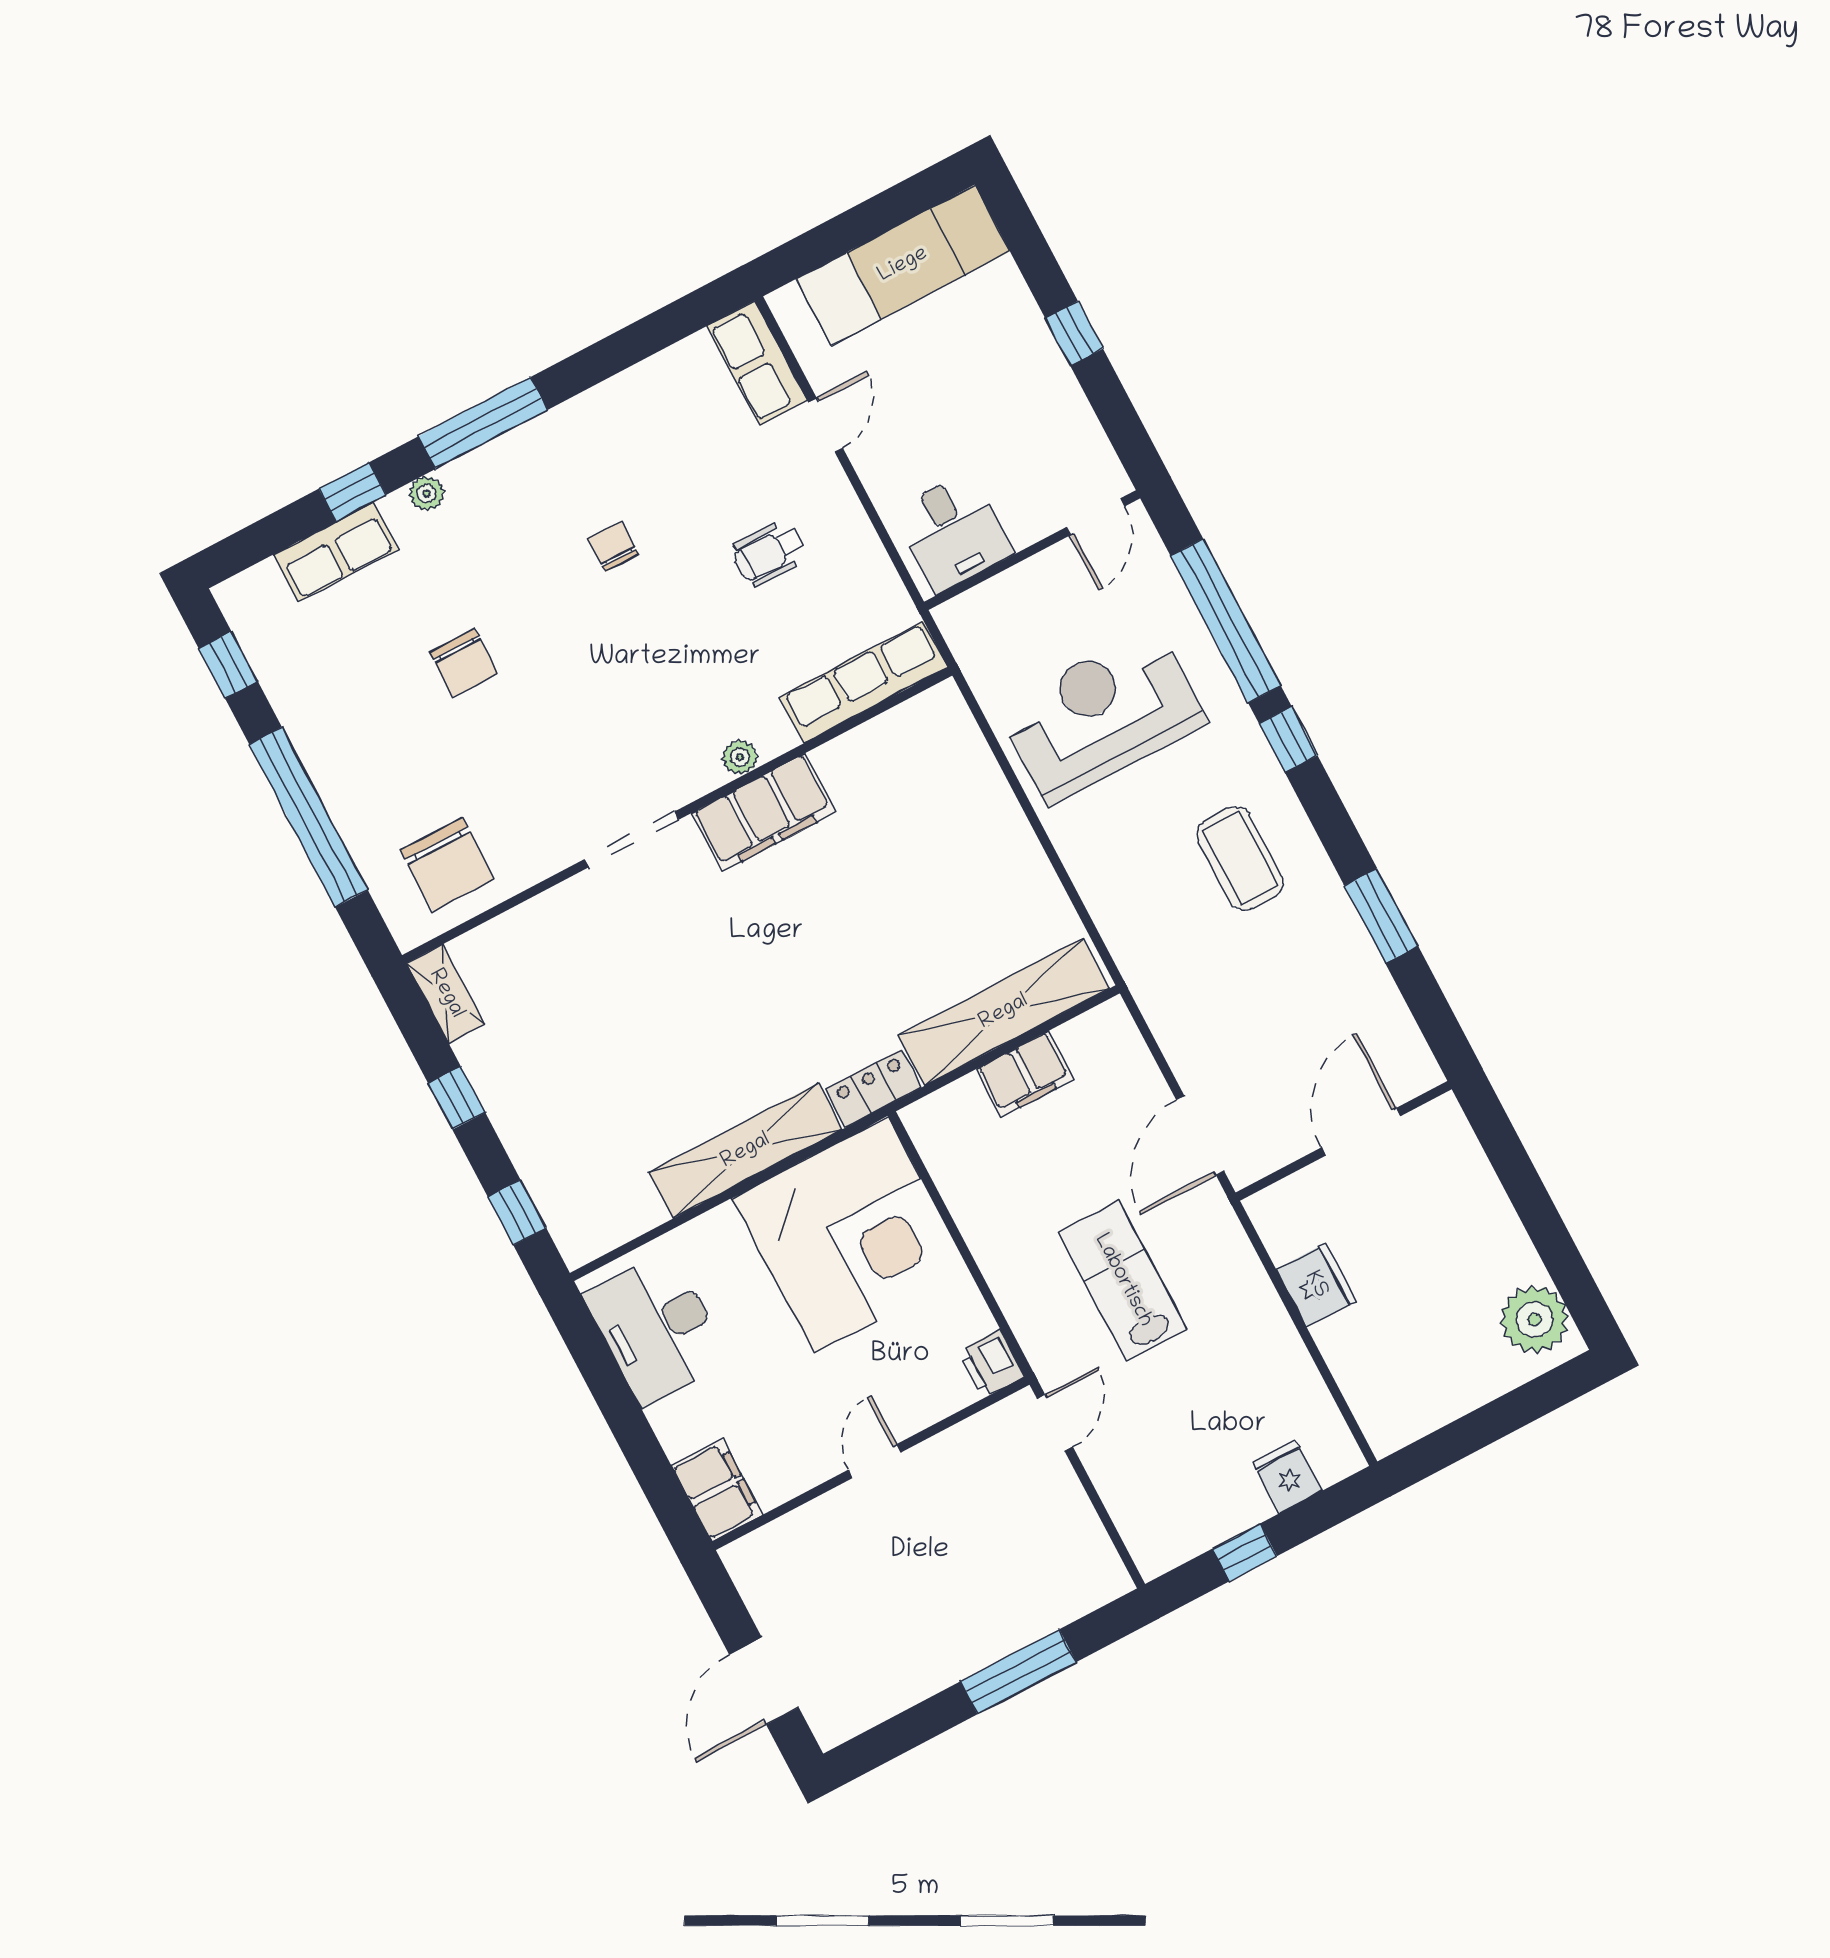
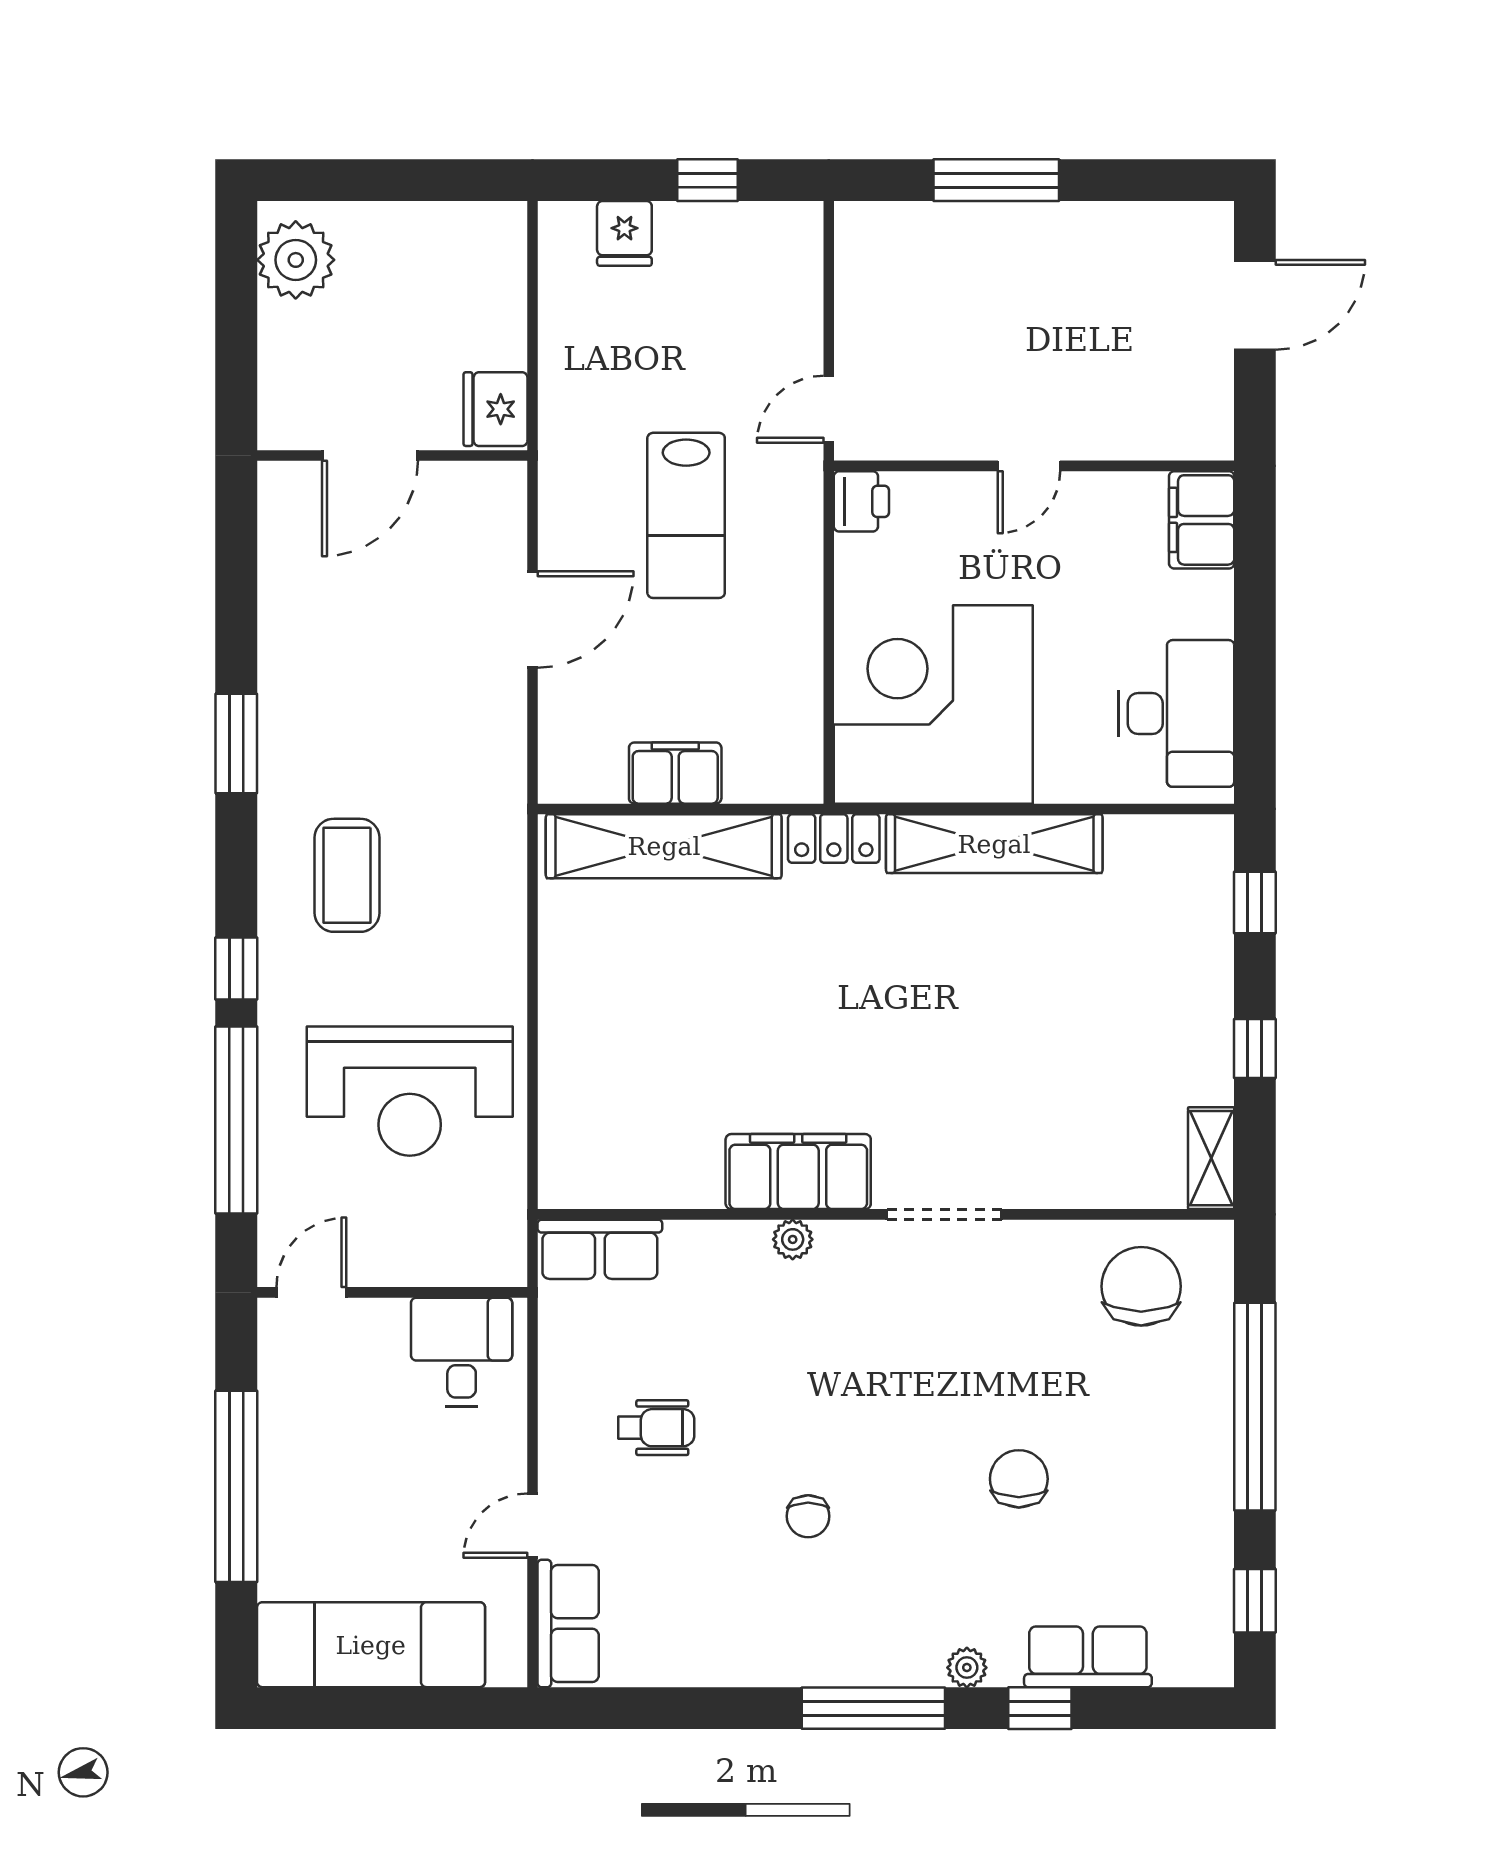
window: (1074, 334) -> (236, 1486), width x3.17
row of seats: (864, 682) -> (600, 1249), width x0.68
door: (1361, 1132) -> (370, 456), moved
wall: (1344, 1141) -> (392, 456), moved

